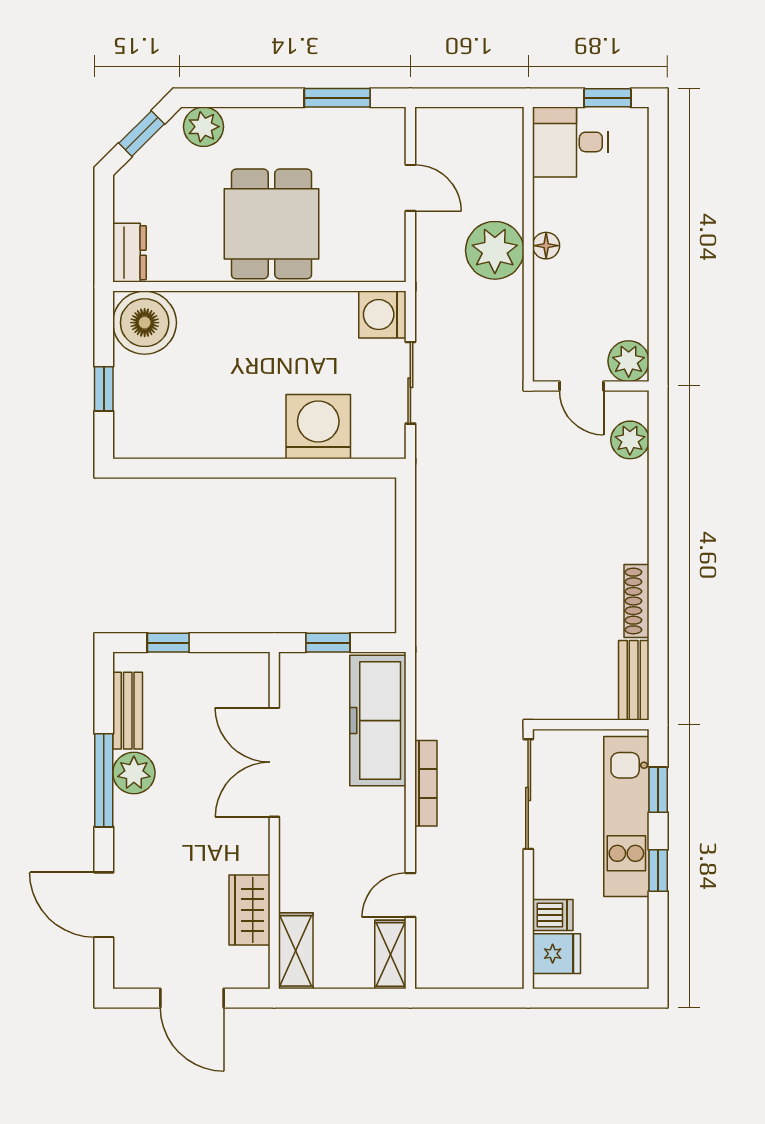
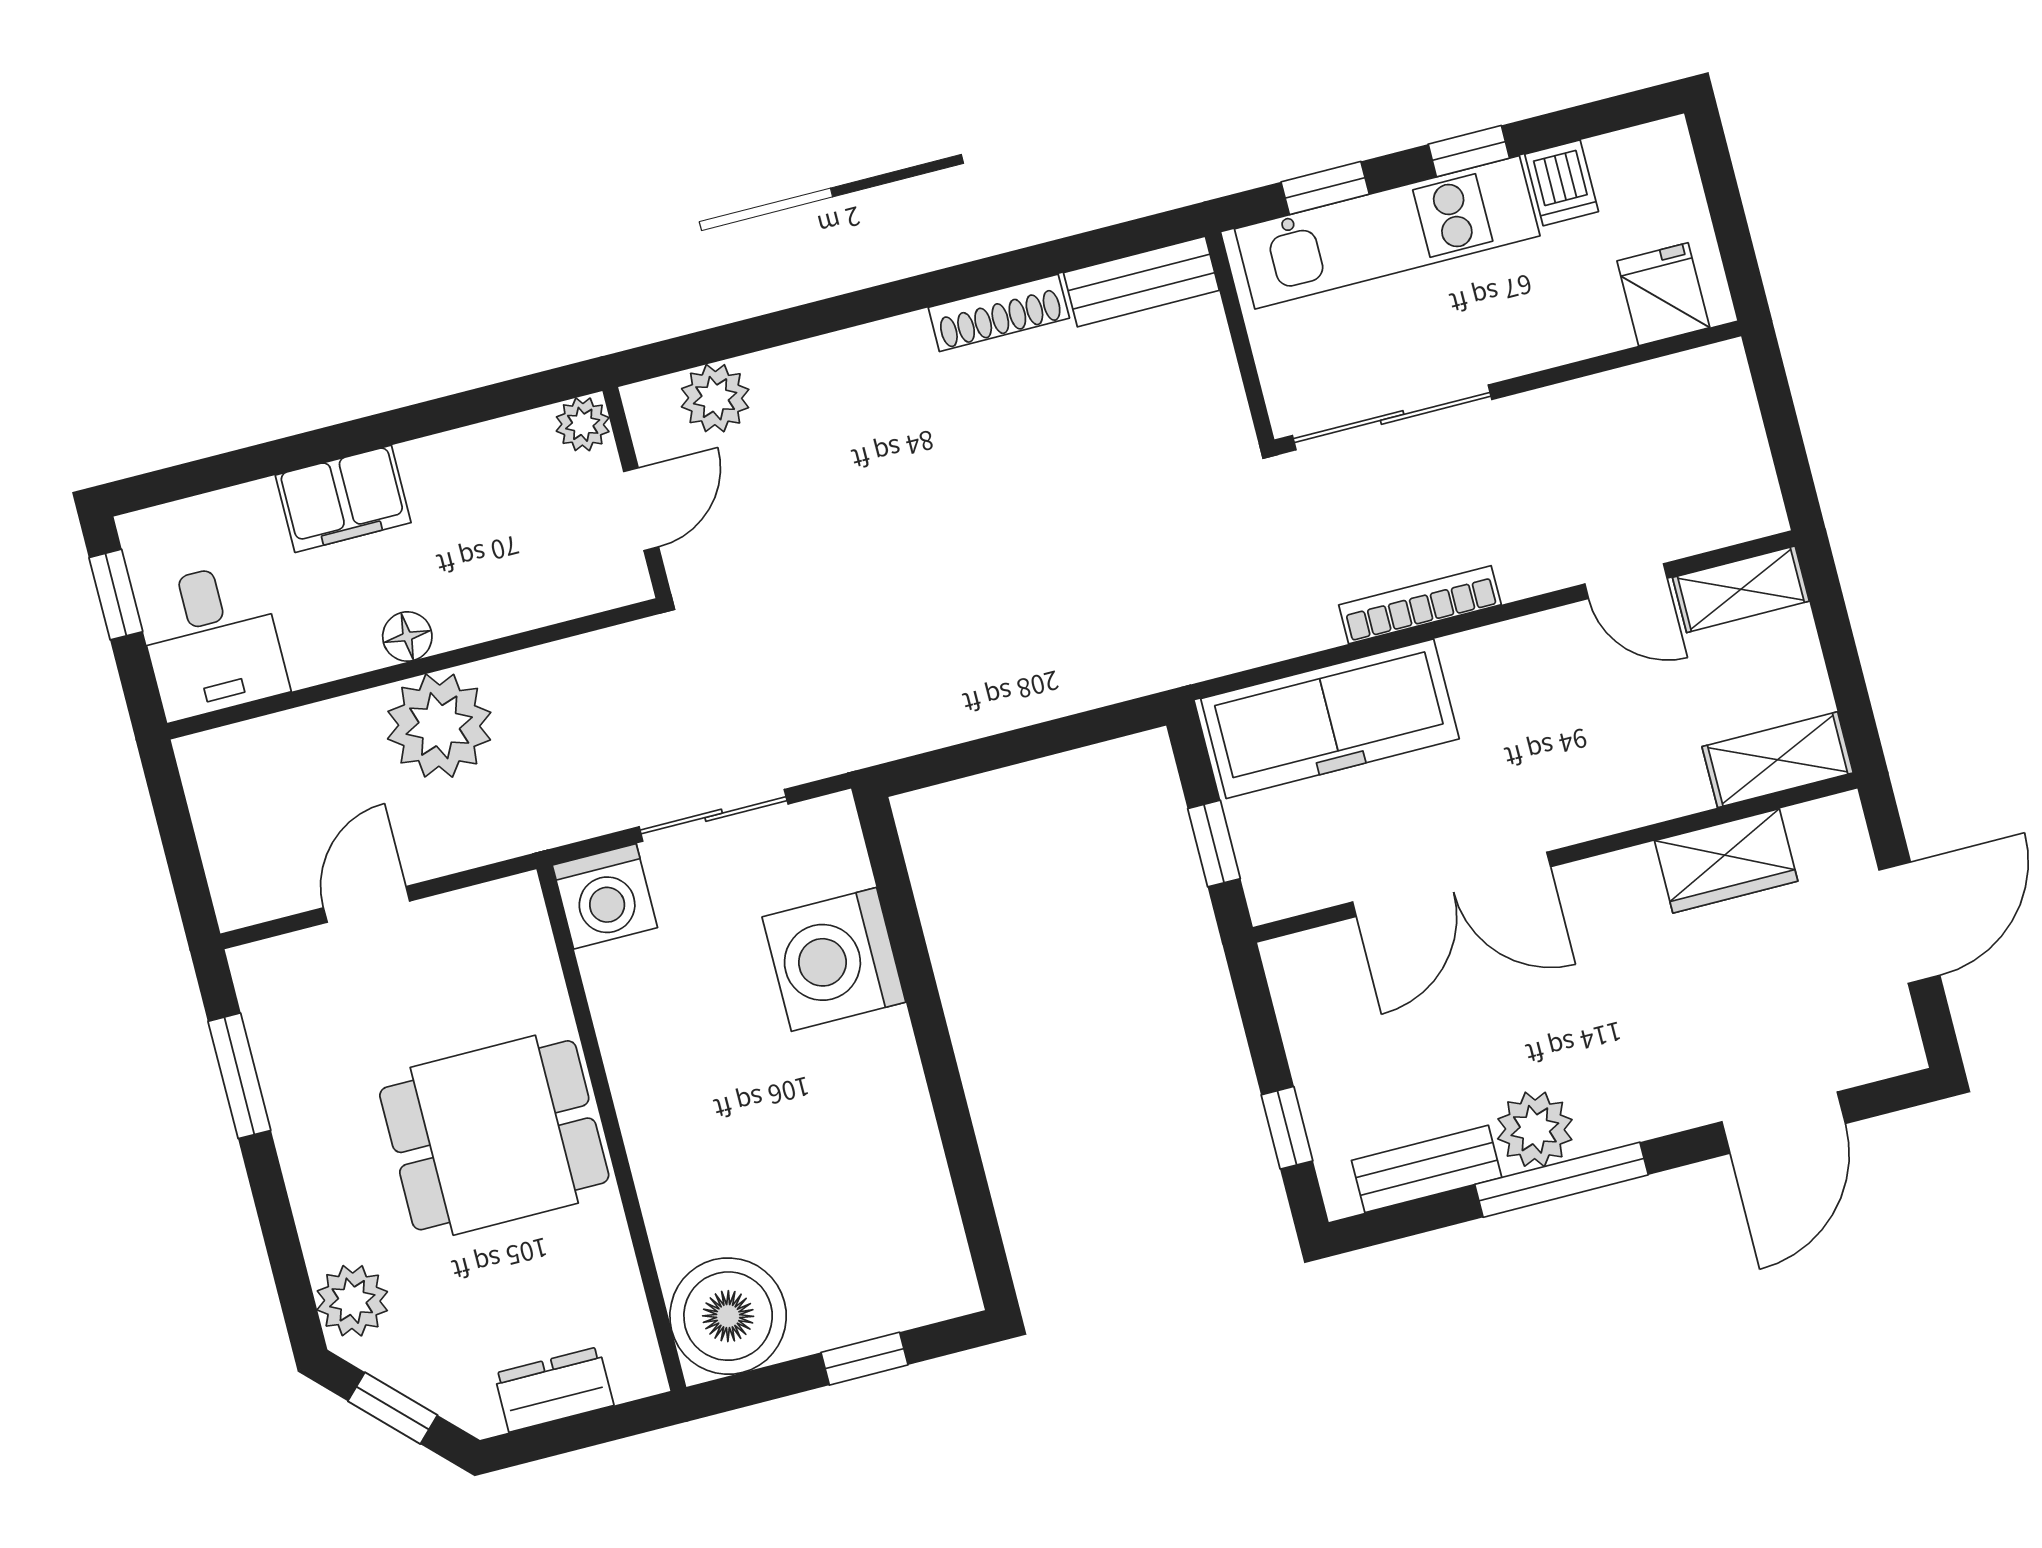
filing cabinet: (627, 230) -> (343, 499), added
dresser: (130, 253) -> (554, 1389), moved
plant: (629, 361) -> (583, 424), width x0.73, depth x0.73
dishwasher: (553, 915) -> (1562, 183), moved, turned 180

